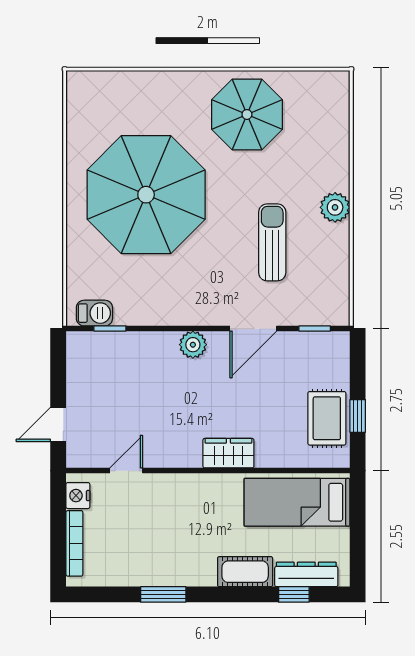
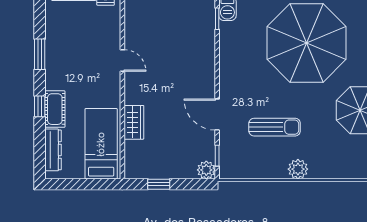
plant: (193, 345) -> (206, 170), moved
rug: (327, 418) -> (157, 164), removed
wardrobe: (228, 453) -> (134, 122), moved
door: (126, 471) -> (122, 60), moved
window: (294, 594) -> (40, 106), moved

